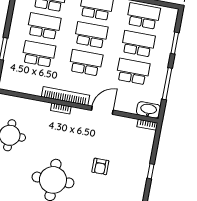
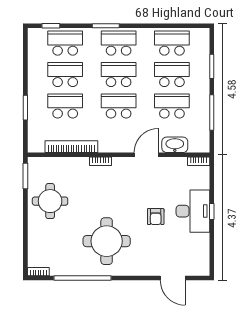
bookcase: (65, 96) -> (71, 147), moved
washbasin: (148, 110) -> (175, 145), moved
desk: (134, 168) -> (193, 211), added

